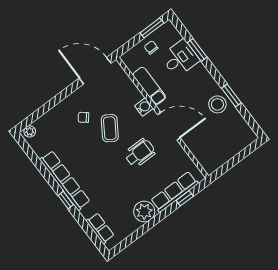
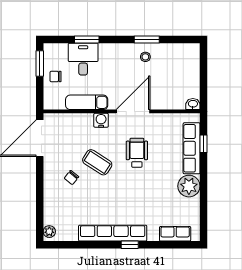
stool: (217, 104) -> (145, 57), width x0.53, depth x0.53
washbasin: (209, 168) -> (193, 104), added

